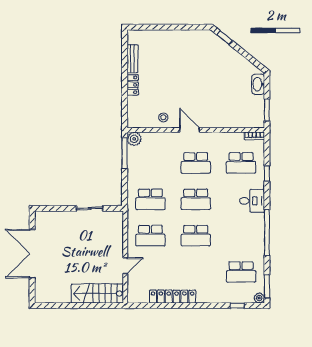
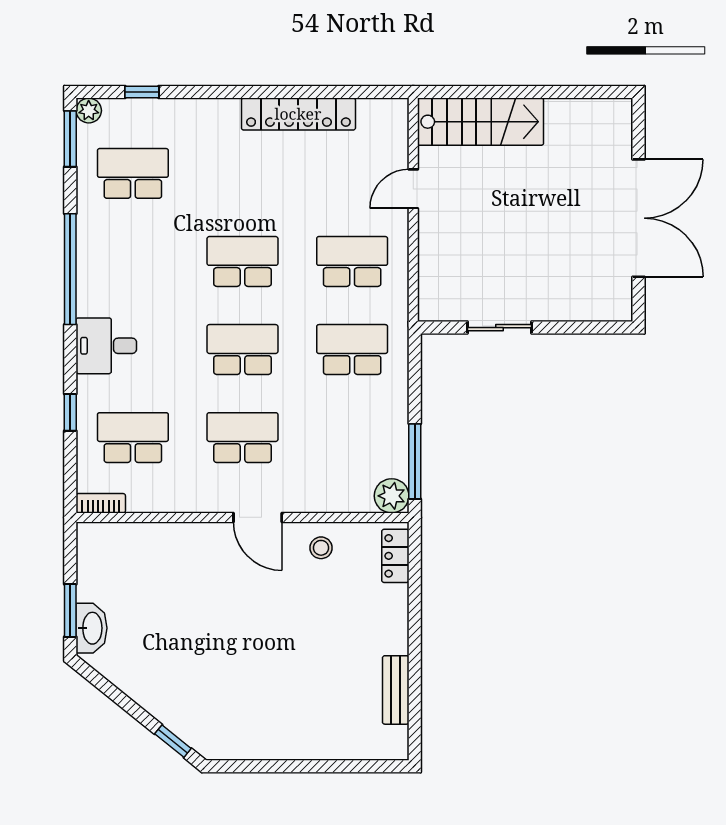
locker: (133, 85) -> (395, 556), moved
window: (267, 110) -> (70, 610), moved

